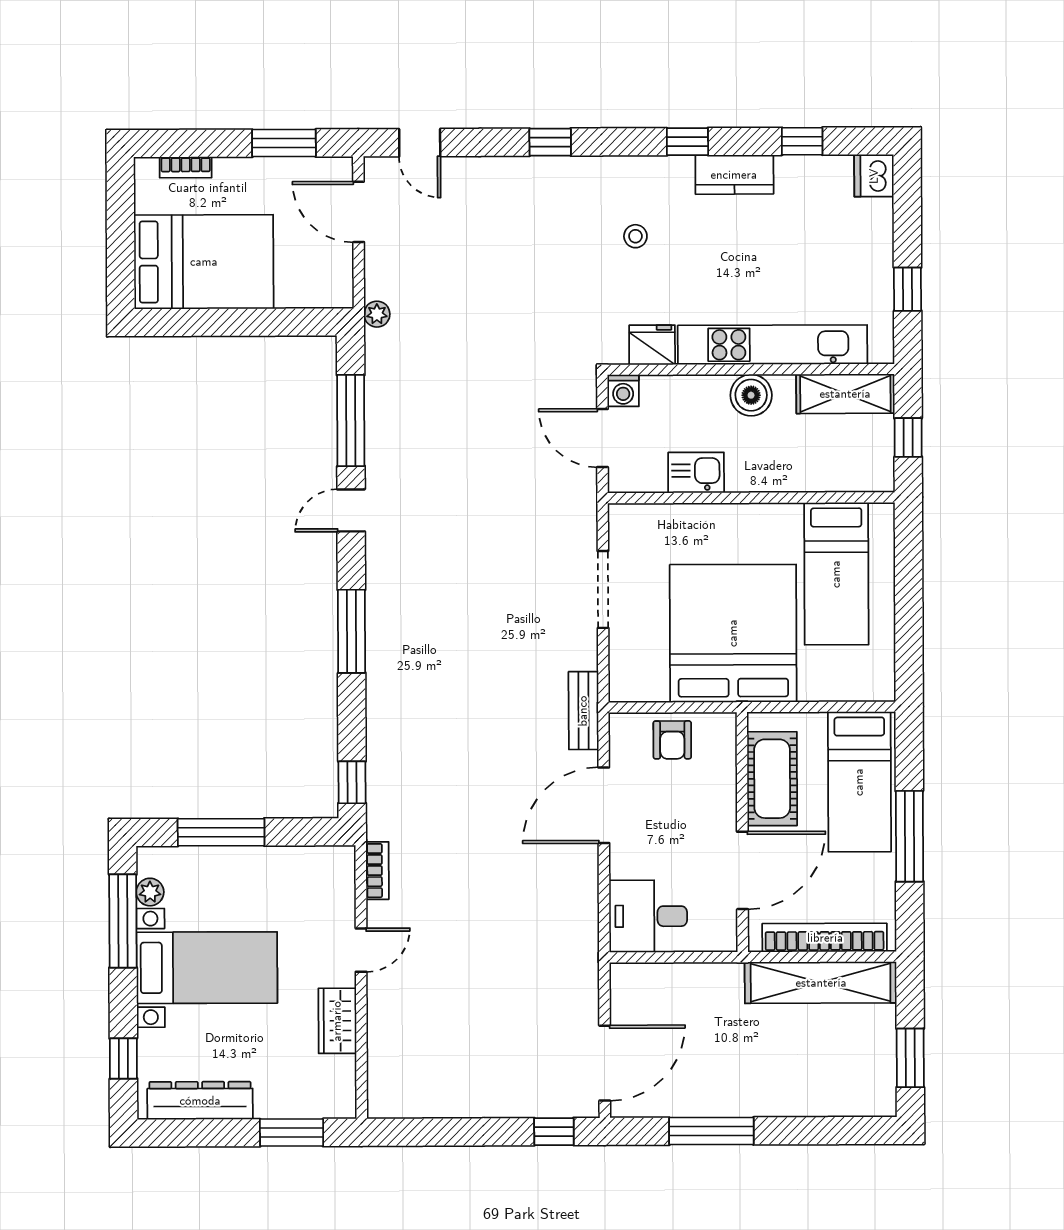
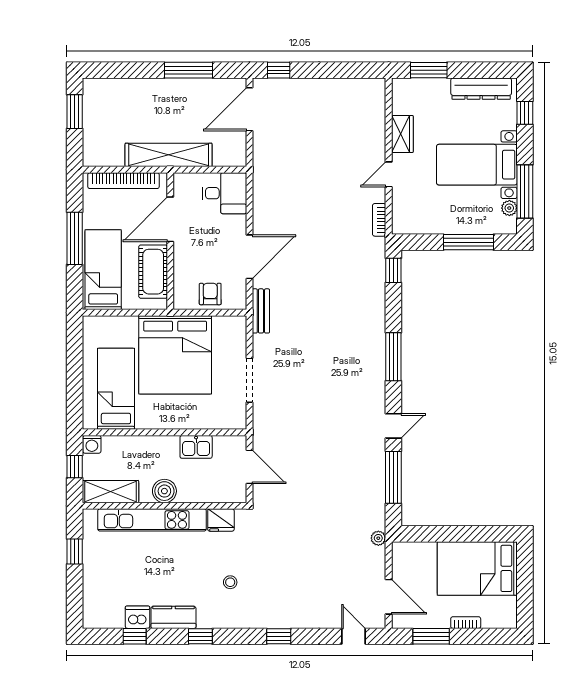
bookcase: (186, 167) -> (466, 623), moved
dishwasher: (874, 176) -> (138, 617), moved, turned -90
washing machine: (623, 391) -> (92, 444), moved, turned 180
shelving: (821, 983) -> (169, 155), moved

